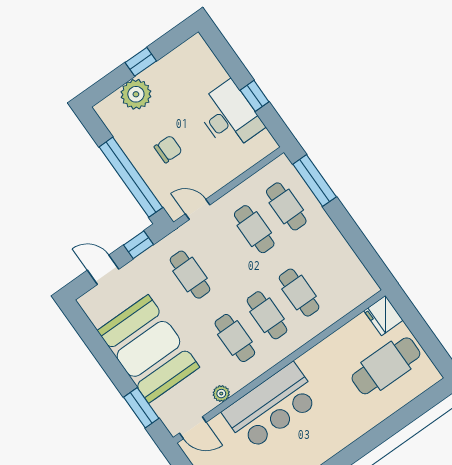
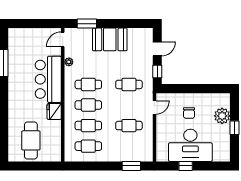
desk: (229, 116) -> (190, 145), width x1.36, depth x1.30
window: (131, 177) -> (188, 89), removed
window: (315, 181) -> (131, 166), width x0.69
cafe table: (286, 206) -> (88, 146), moved
fridge: (383, 316) -> (54, 111), moved, turned -90
booth: (148, 349) -> (110, 39), width x0.73, depth x0.70

